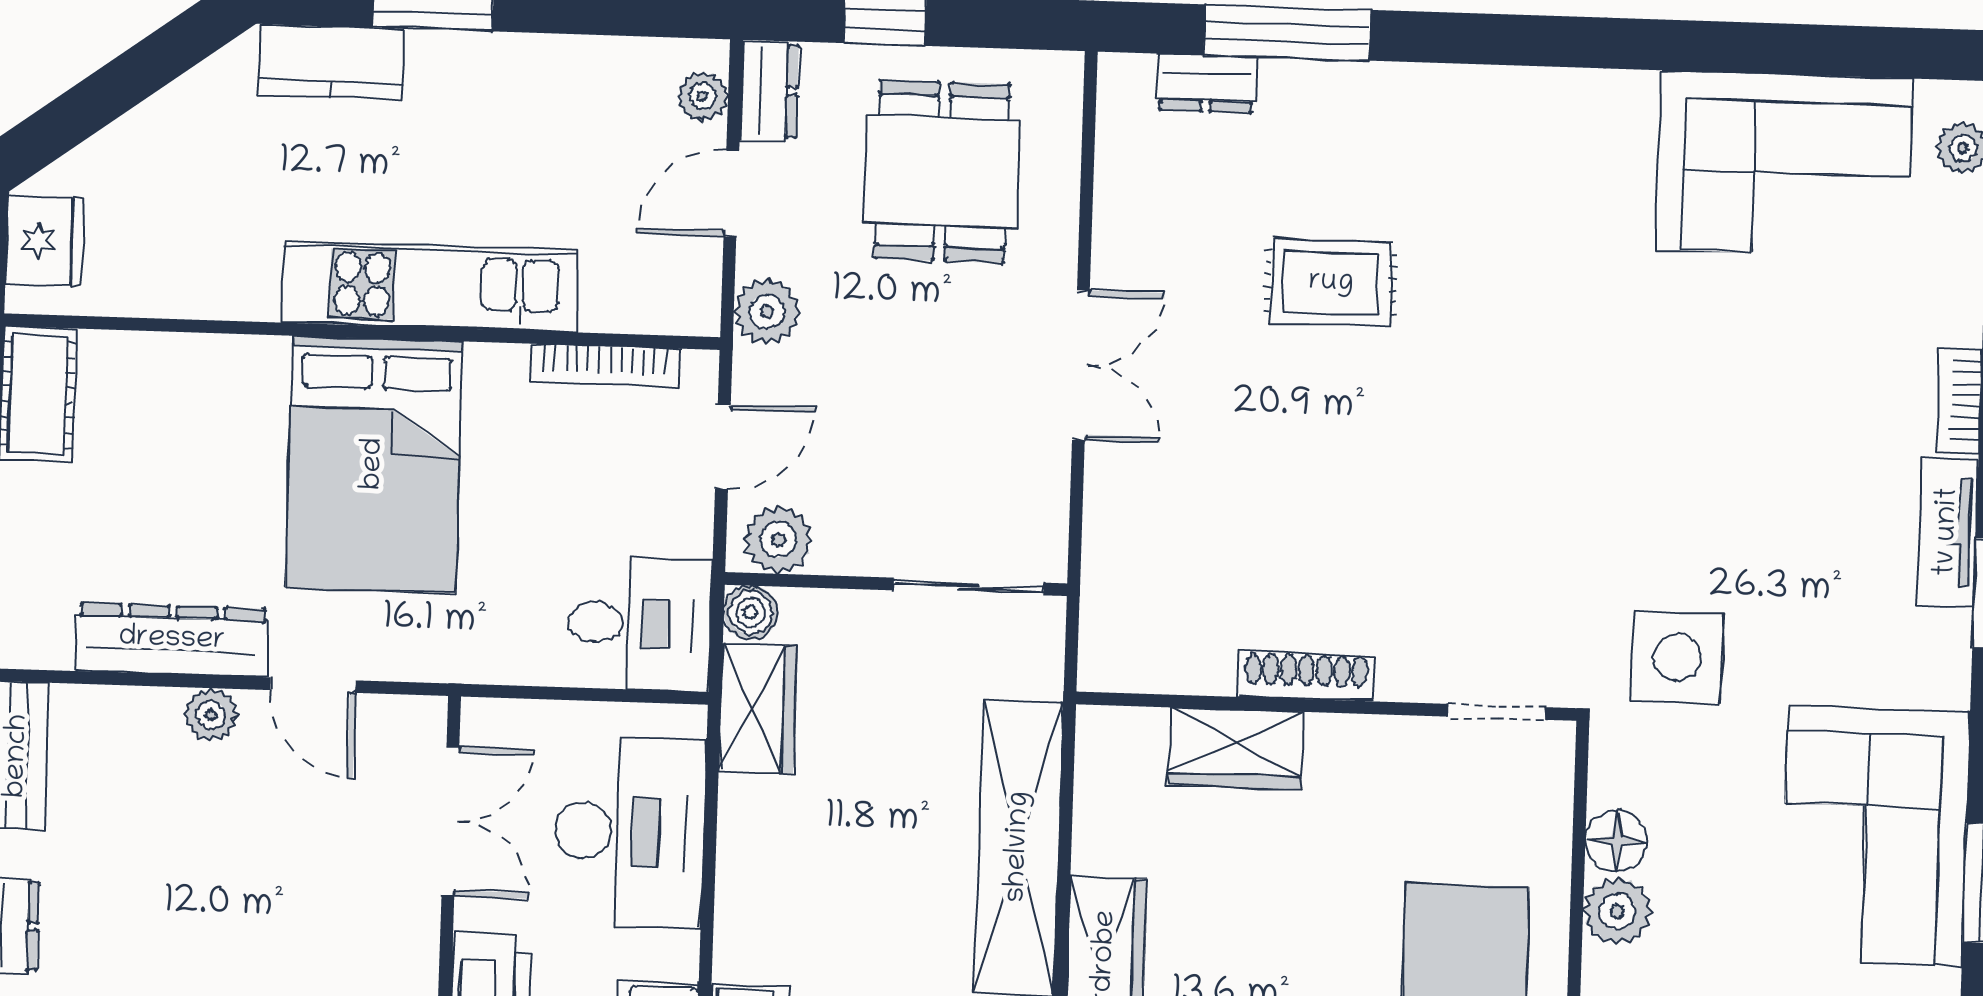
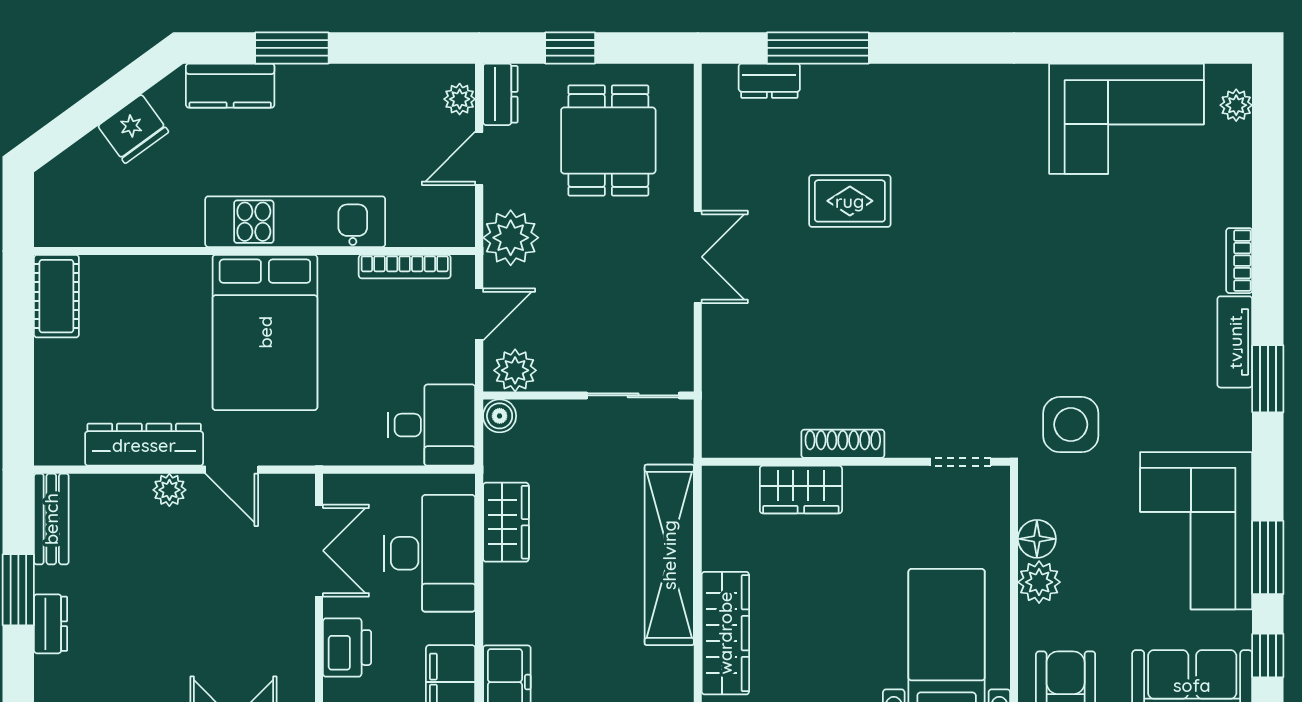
fridge: (45, 241) -> (133, 129), moved, turned 54
plant: (767, 312) -> (511, 238), width x1.36, depth x1.36
wardrobe: (758, 709) -> (506, 522), moved

